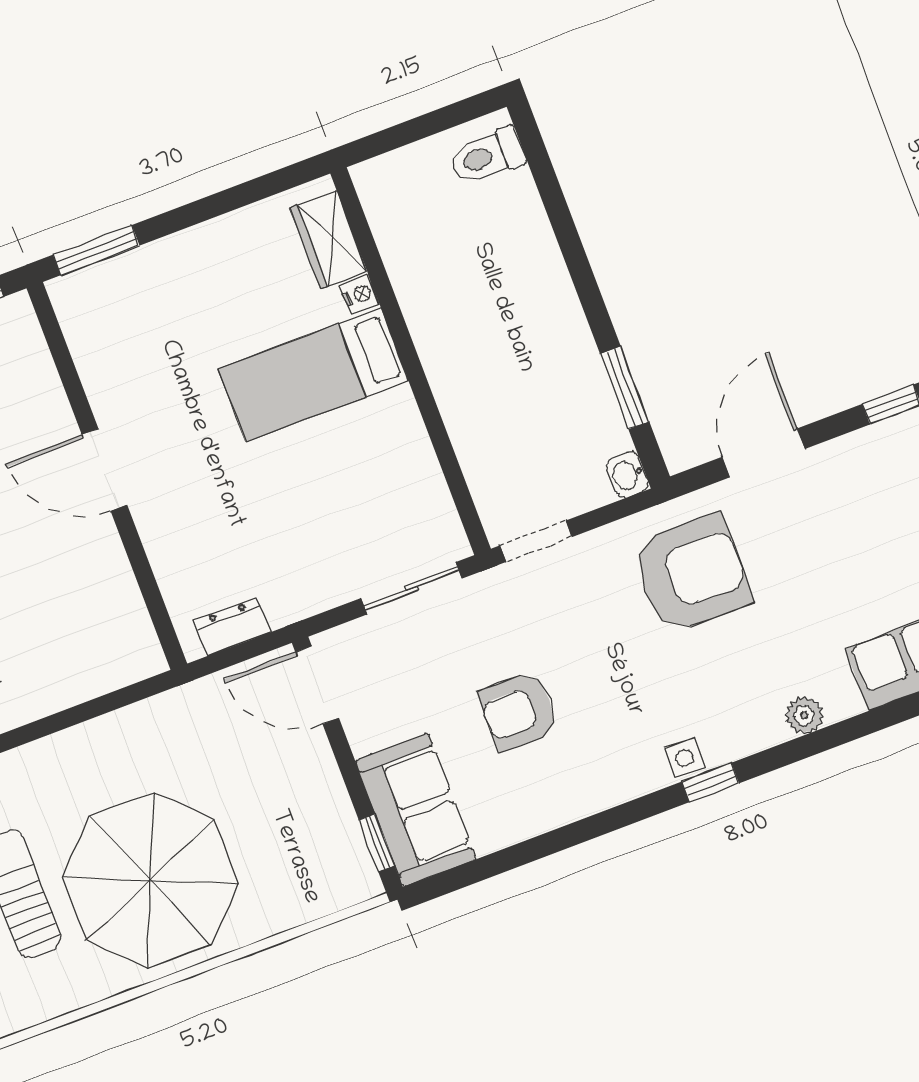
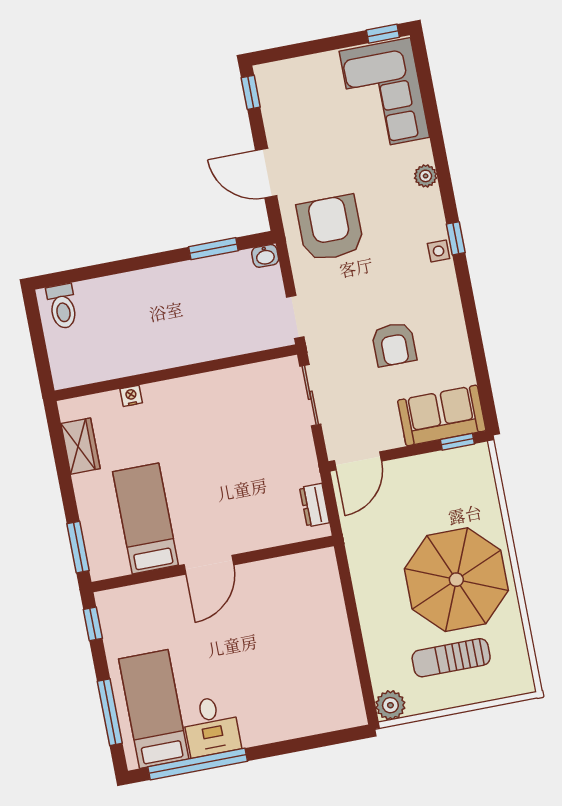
wardrobe: (328, 239) -> (81, 446), moved, turned -90
bed: (313, 375) -> (146, 518), moved, turned 180

